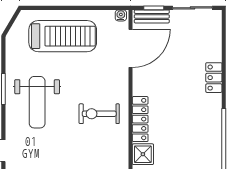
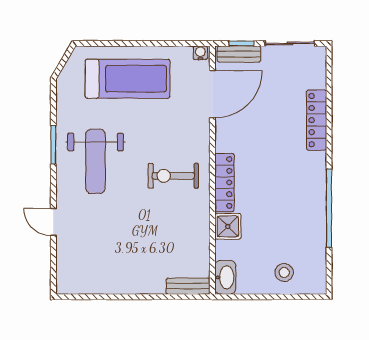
locker: (214, 78) -> (317, 120), width x1.53

